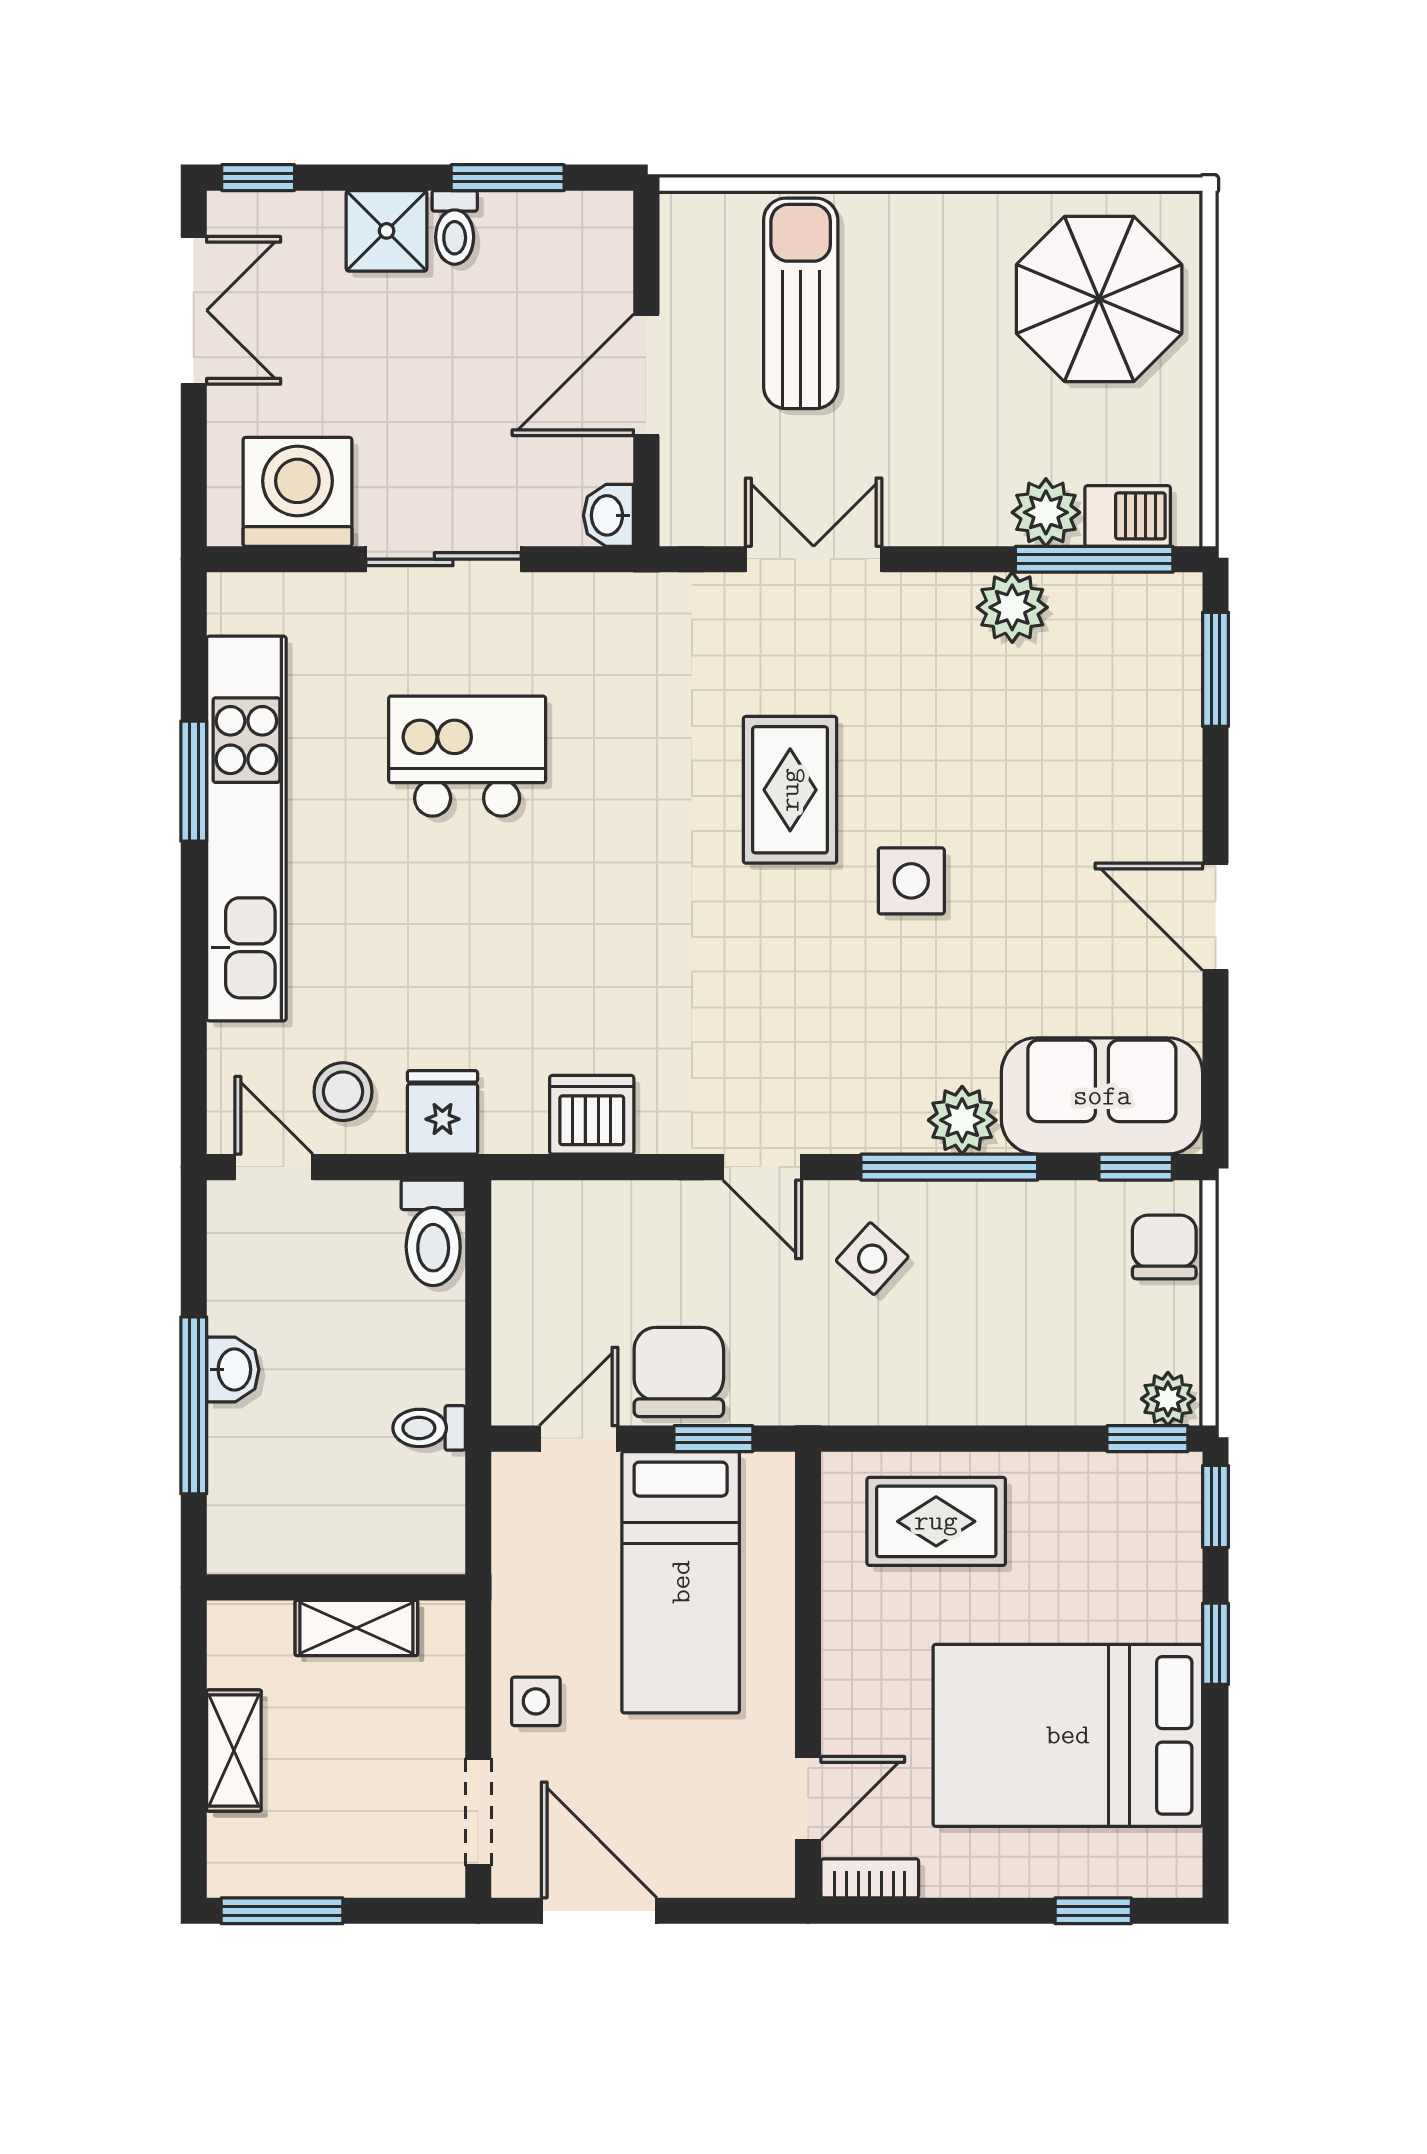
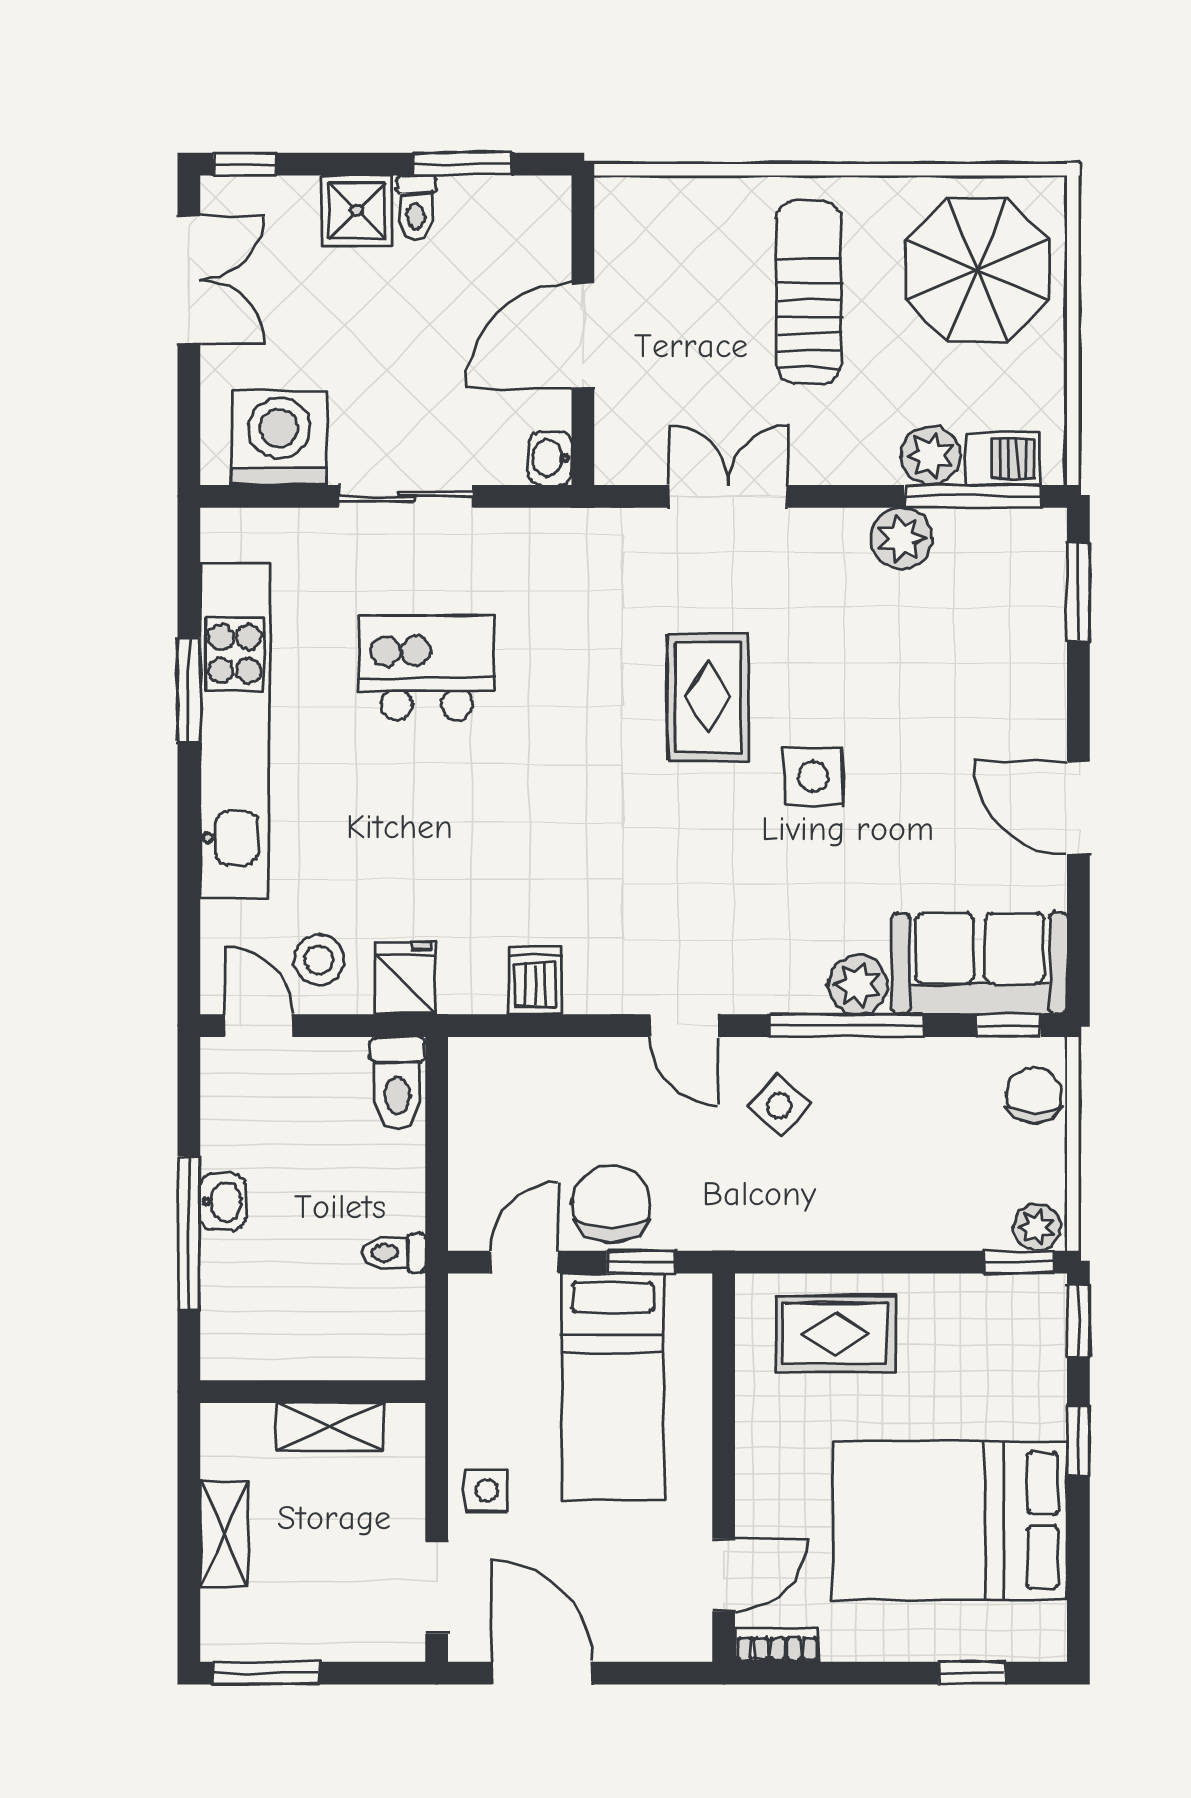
sun lounger: (801, 303) -> (809, 292), moved
dishwasher: (592, 1115) -> (535, 980), width x0.73

